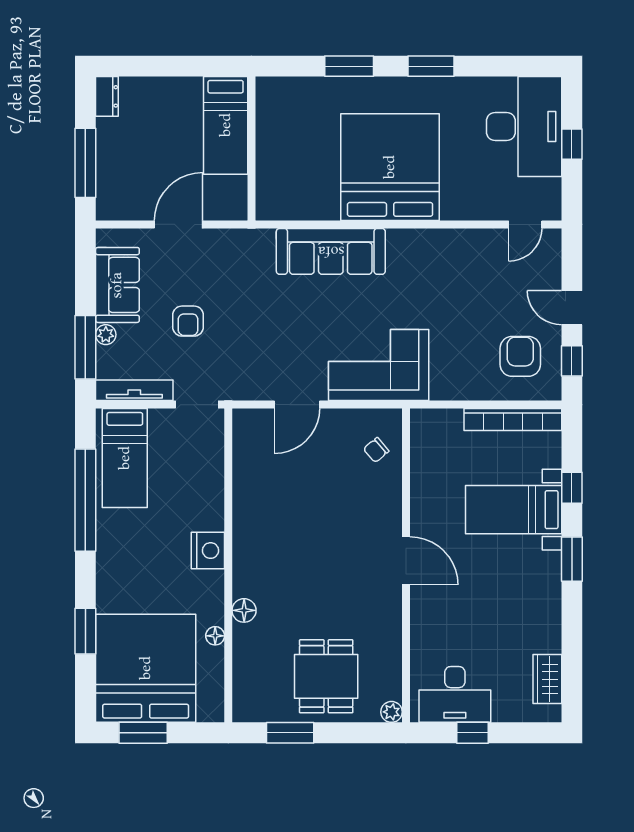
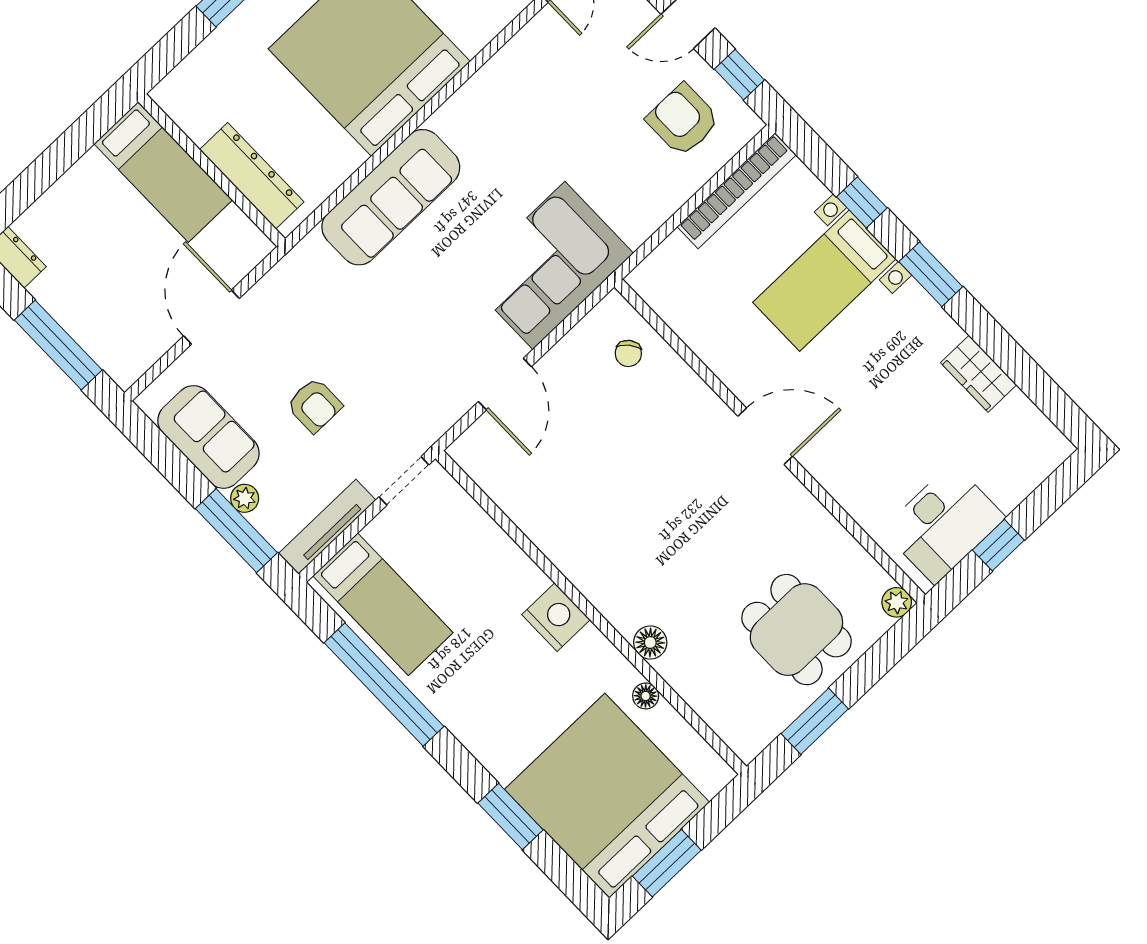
dresser: (269, 171) -> (252, 176), added
wardrobe: (547, 679) -> (979, 374), moved

